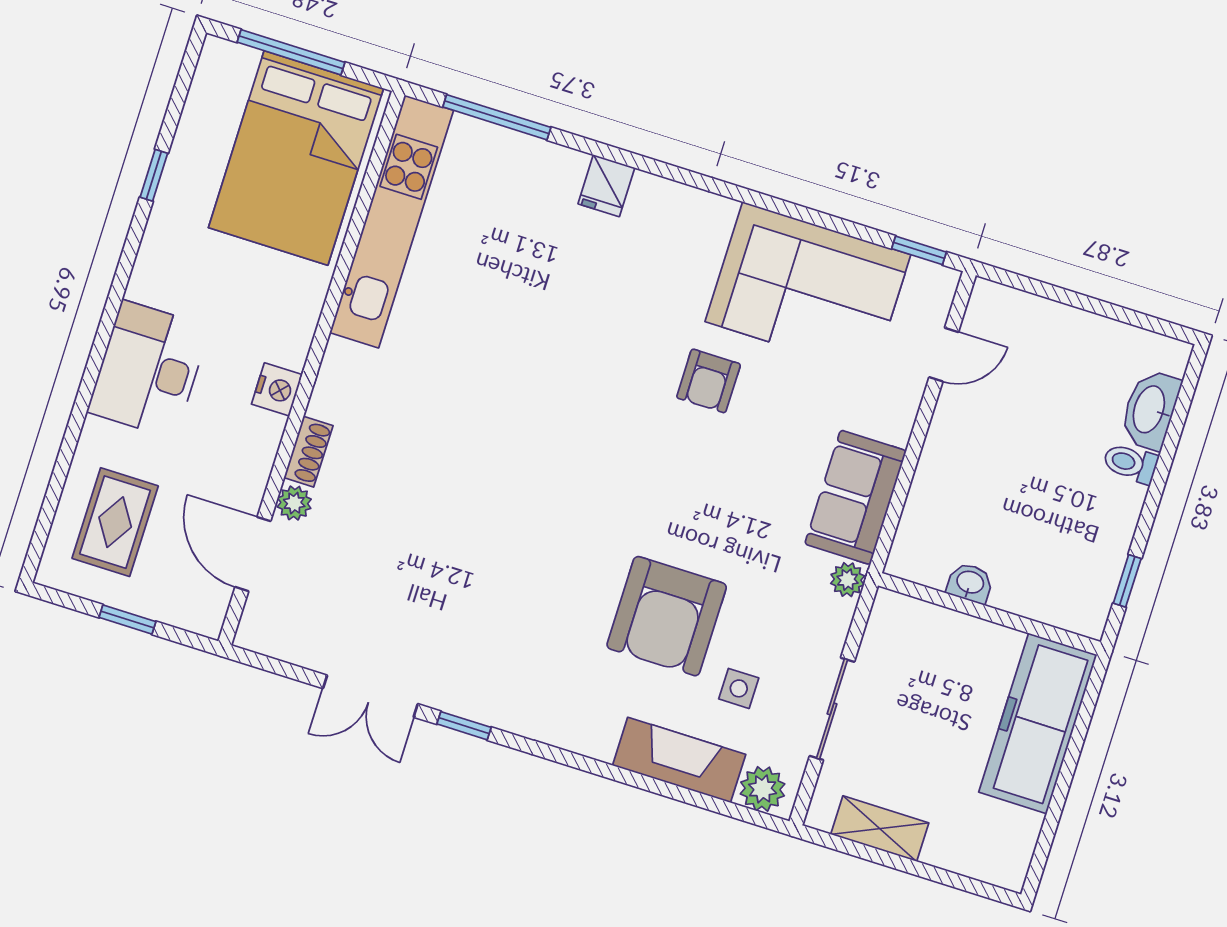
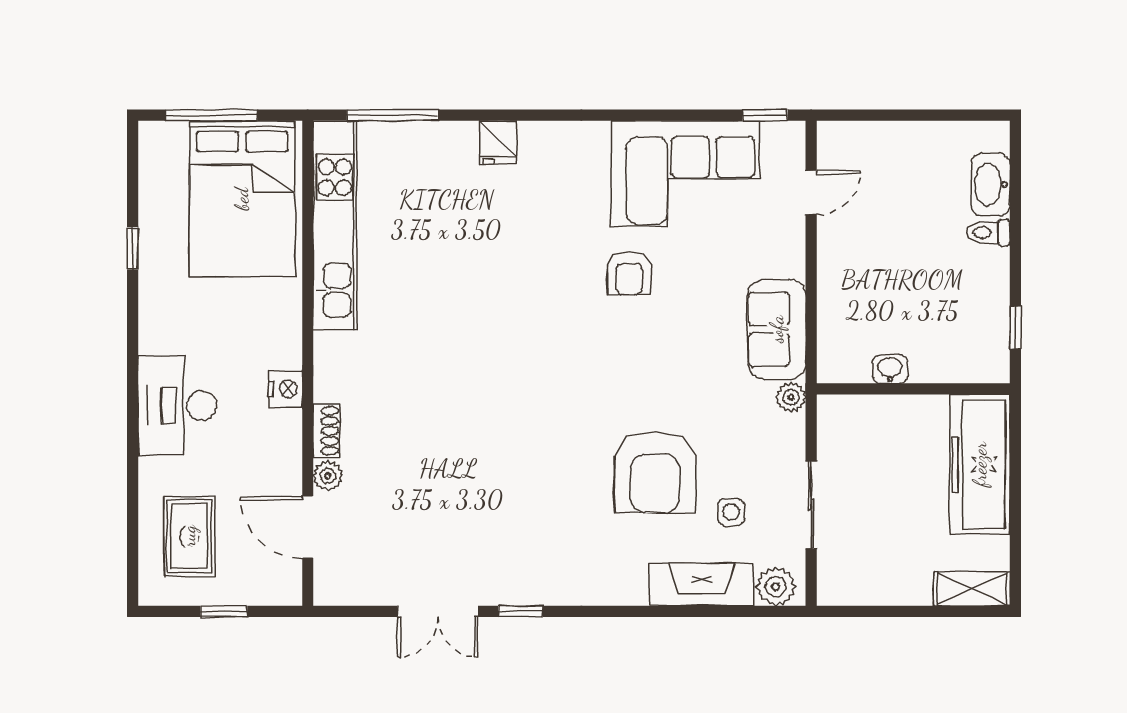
shelving: (880, 829) -> (972, 589), moved

